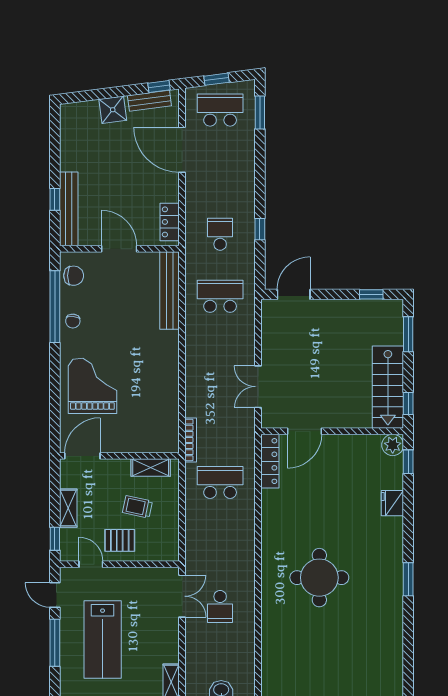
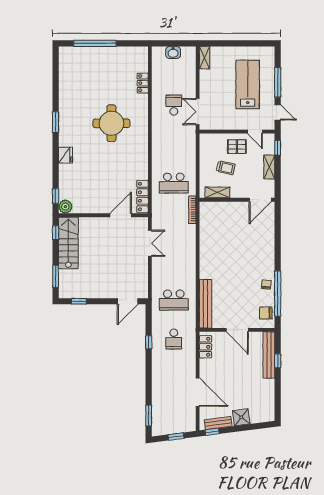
school desk: (220, 110) -> (174, 417), removed
grand piano: (92, 386) -> (254, 244), removed
fridge: (392, 503) -> (65, 155), moved
locker: (270, 641) -> (143, 83), added

